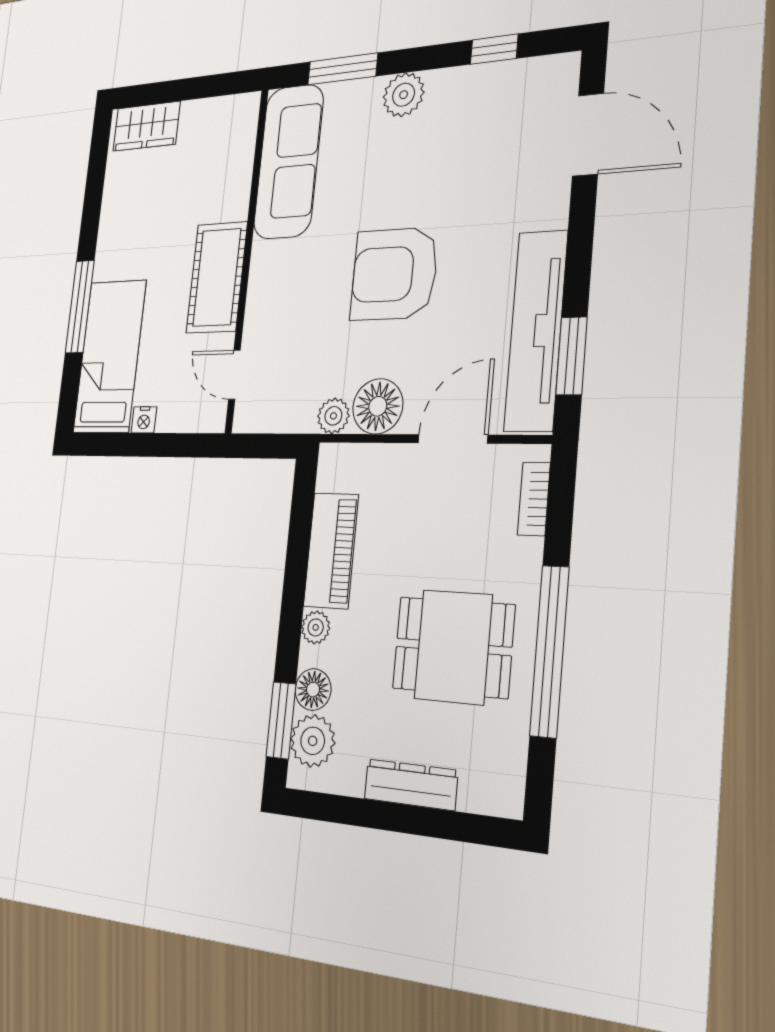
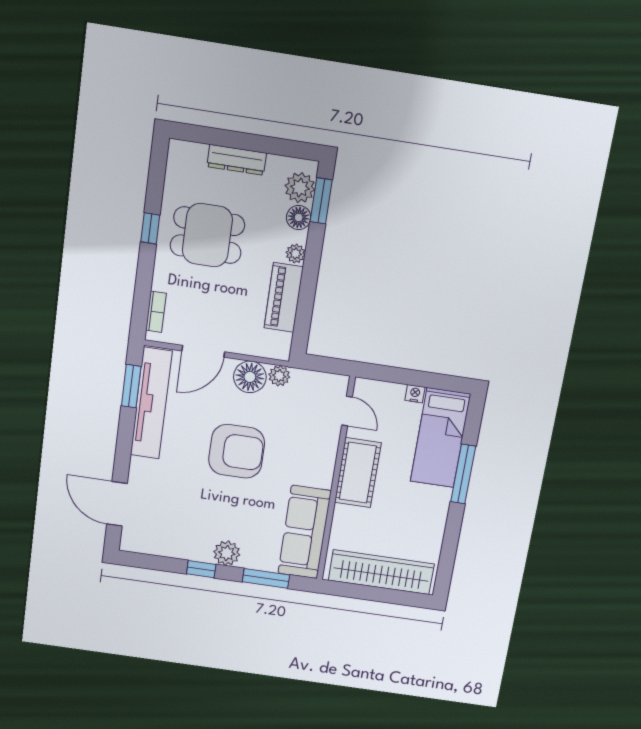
window: (494, 49) -> (201, 569), moved
wardrobe: (146, 126) -> (381, 572), width x2.10, depth x1.17
window: (549, 651) -> (150, 228), width x0.32

